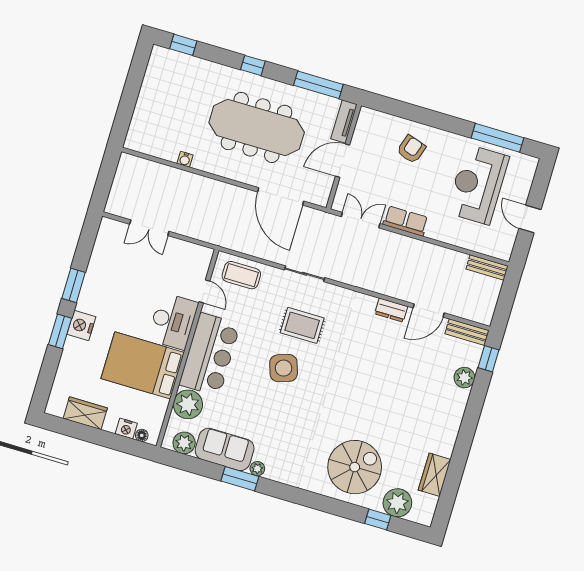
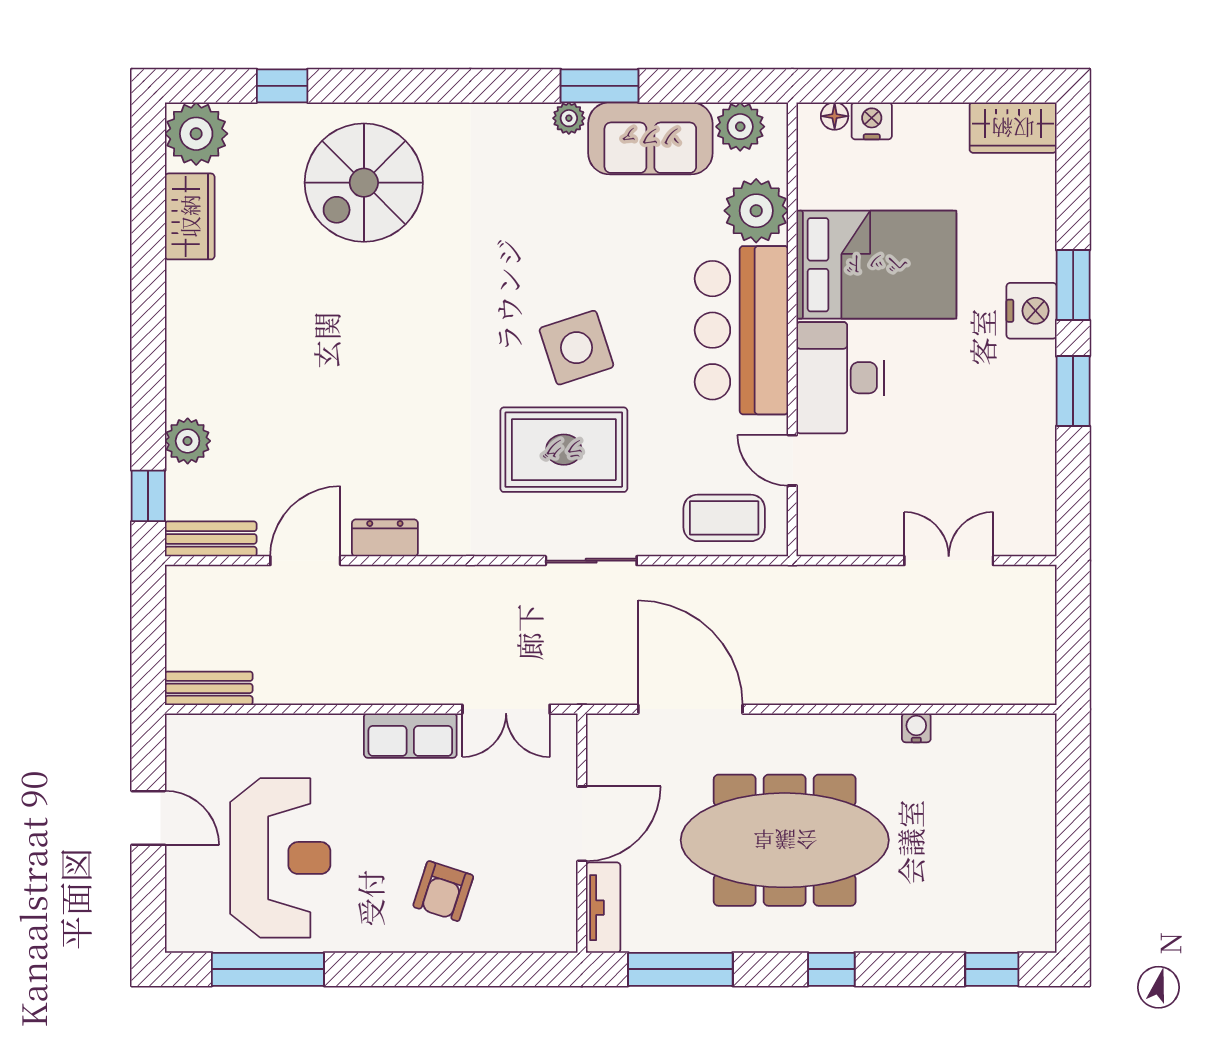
rug: (302, 325) -> (564, 450), width x1.36, depth x1.43
wardrobe: (85, 413) -> (1013, 128), moved
plant: (397, 503) -> (196, 134), moved

